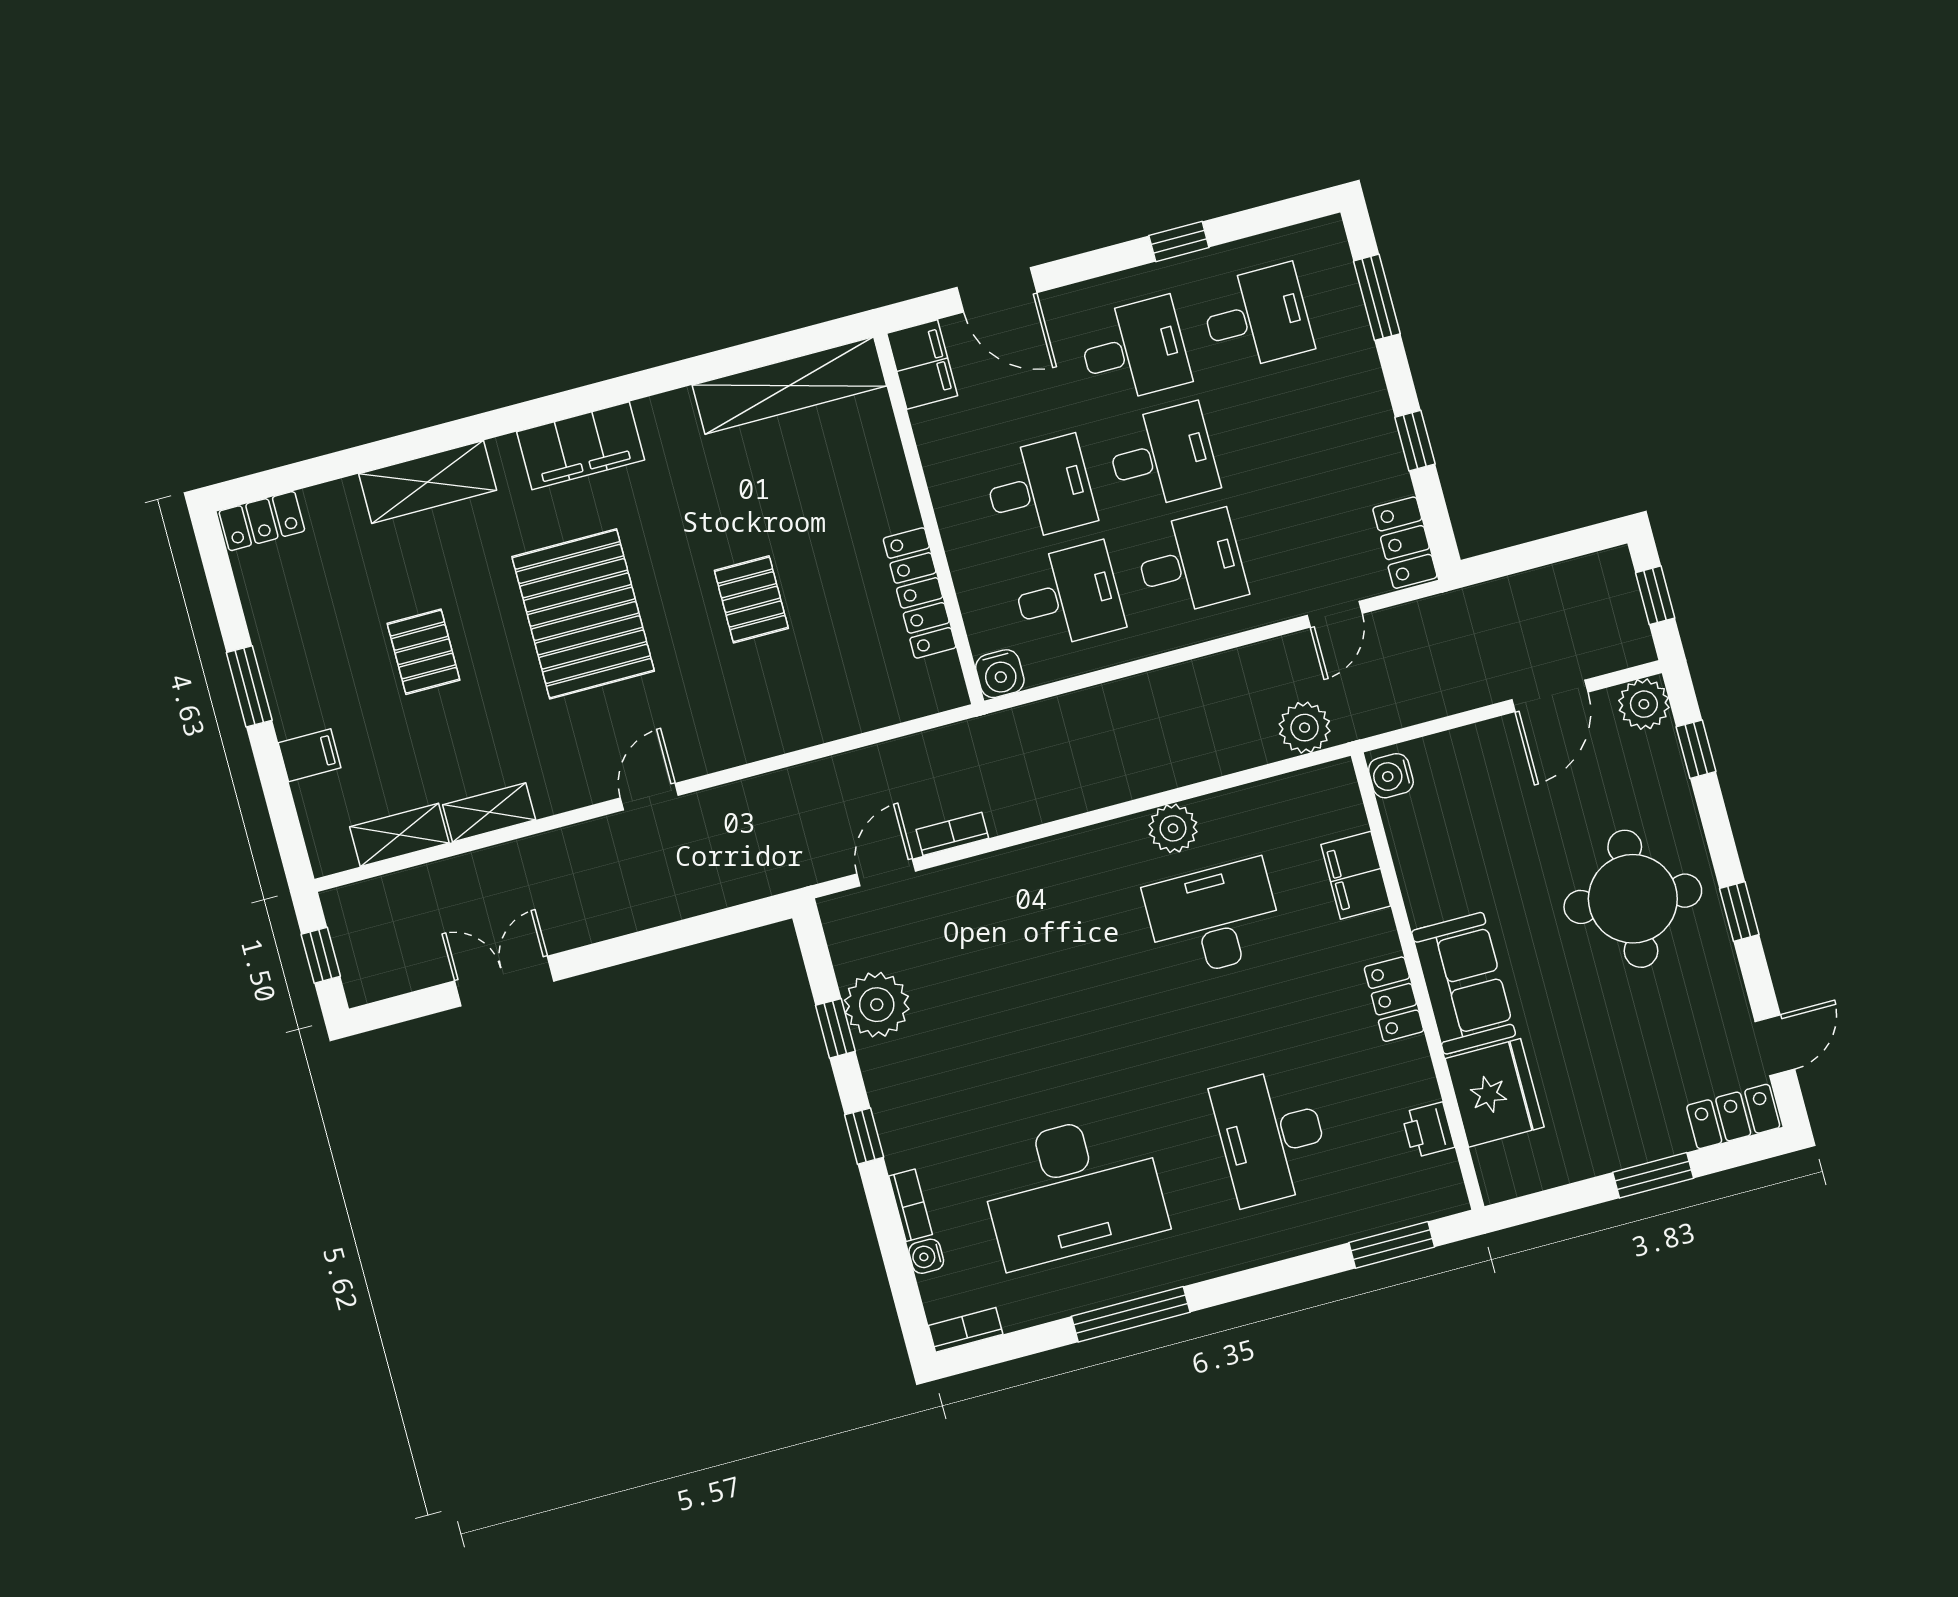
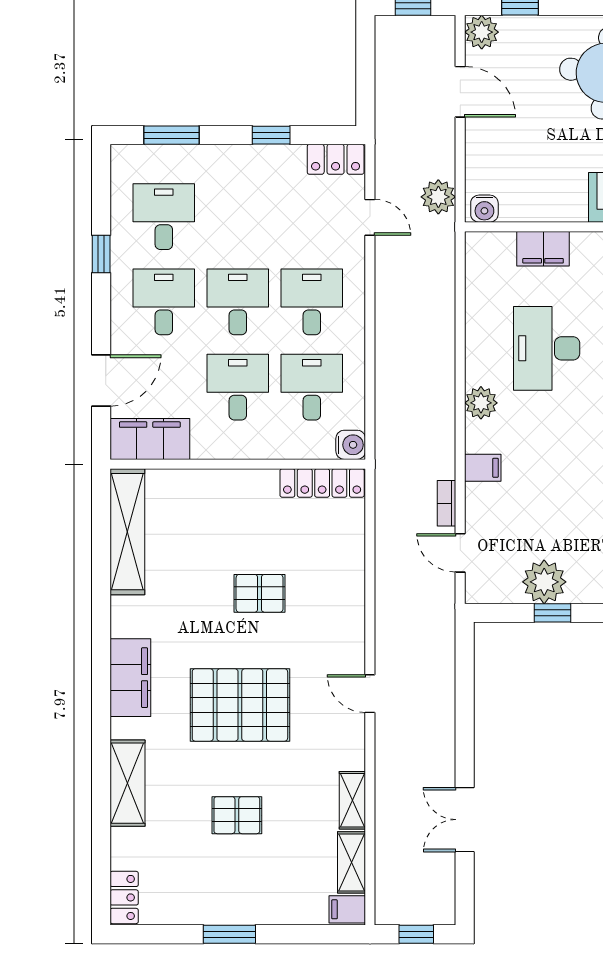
filing cabinet: (922, 365) -> (150, 439), width x1.50, depth x1.17
locker: (920, 593) -> (322, 483), moved
plant: (1305, 728) -> (438, 197), moved
filing cabinet: (310, 755) -> (347, 909), moved, turned -90
plant: (1173, 828) -> (481, 403), moved
filing cabinet: (1017, 873) -> (483, 468), added

